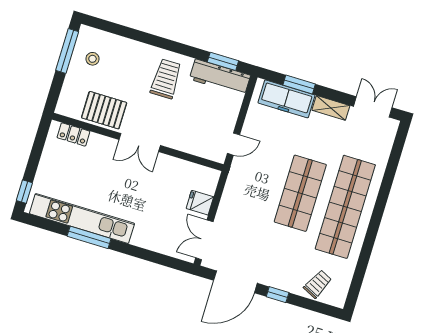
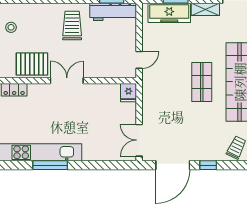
double door: (140, 143) -> (67, 81), swing flipped
shop shelf: (300, 193) -> (202, 82), width x0.70, depth x0.74
fridge: (200, 203) -> (129, 93), moved, turned -90

